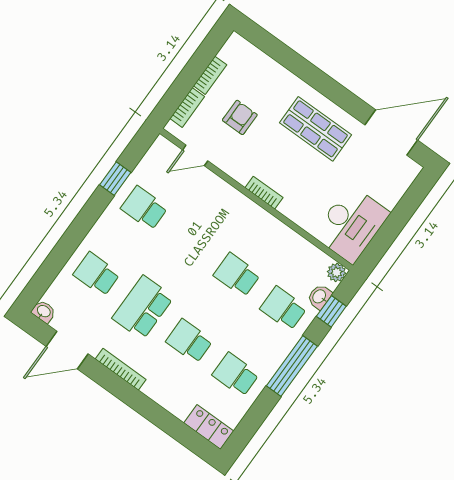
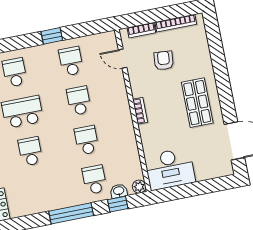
bookcase: (210, 75) -> (176, 23), width x1.56
armchair: (240, 117) -> (164, 60), turned -85
window: (115, 179) -> (52, 36), moved
school desk: (236, 375) -> (79, 101), moved

